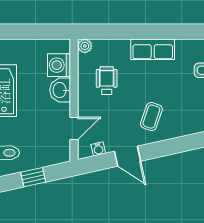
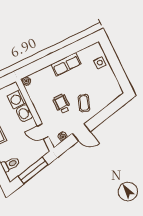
wheelchair: (107, 81) -> (62, 104), moved
door: (74, 129) -> (43, 131), swing flipped
window: (33, 177) -> (33, 170), width x2.17

